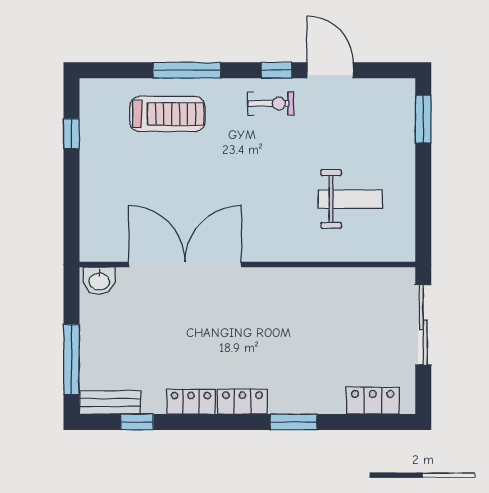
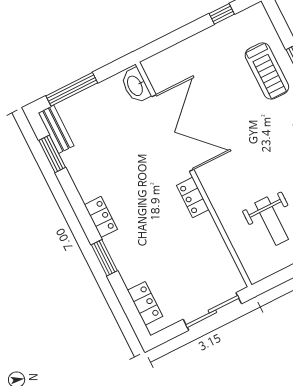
washbasin: (99, 281) -> (135, 86), width x1.38
locker: (191, 402) -> (193, 197), moved, turned 180
window: (137, 422) -> (52, 154), width x1.50

